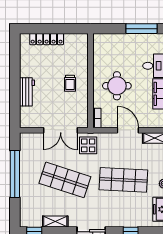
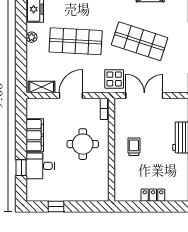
window: (141, 29) -> (56, 207), width x0.46
locker: (47, 39) -> (153, 195), width x0.66
door: (128, 130) -> (71, 96), swing flipped

